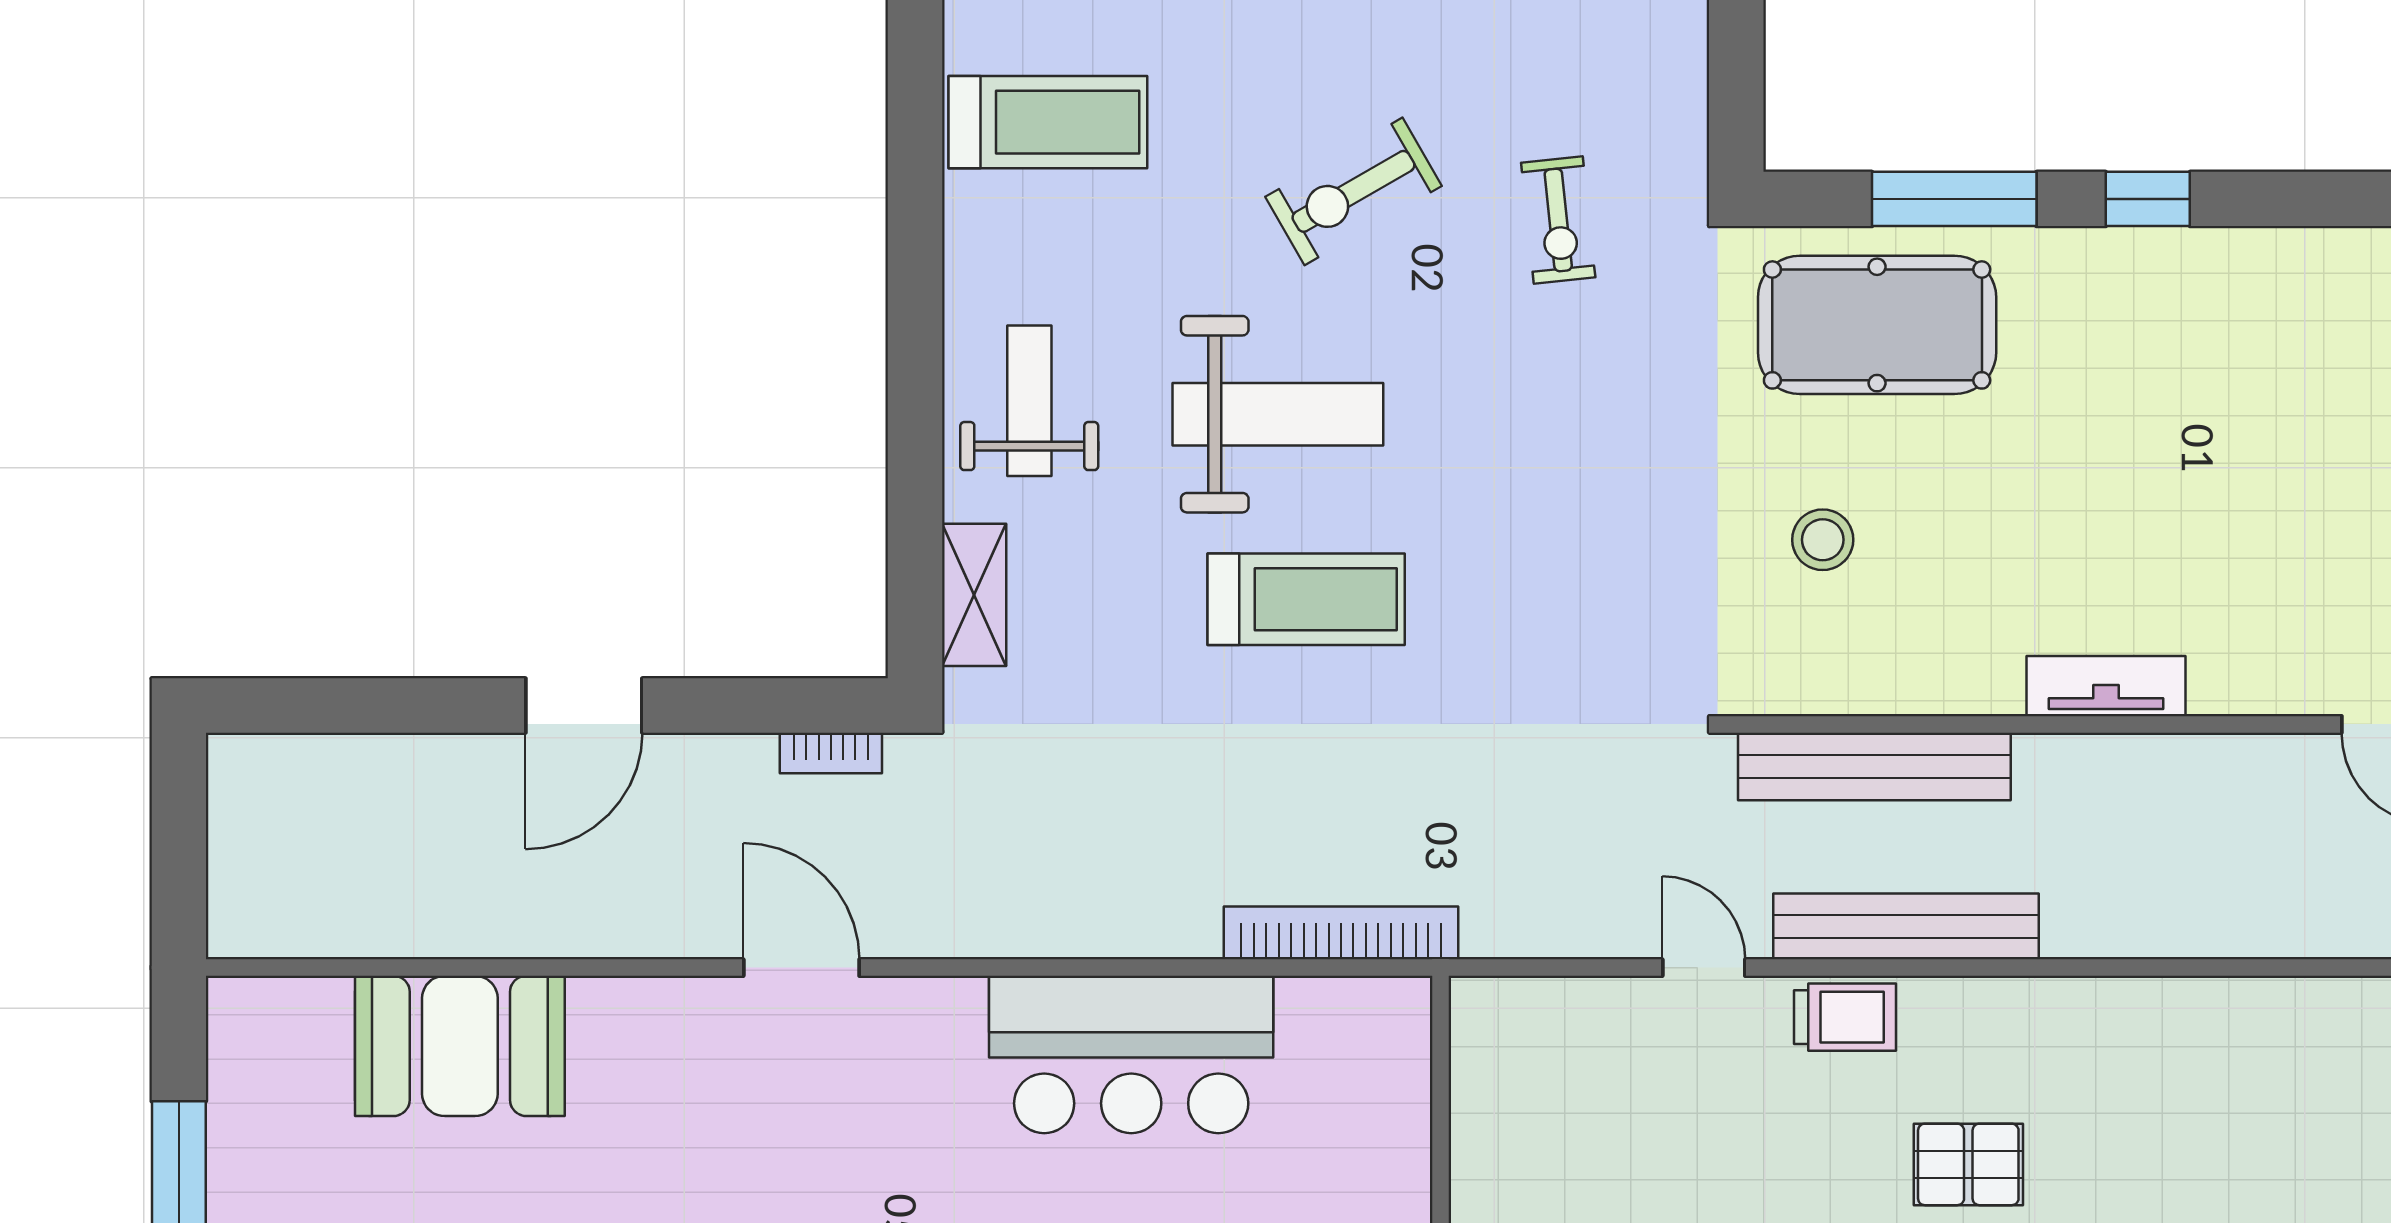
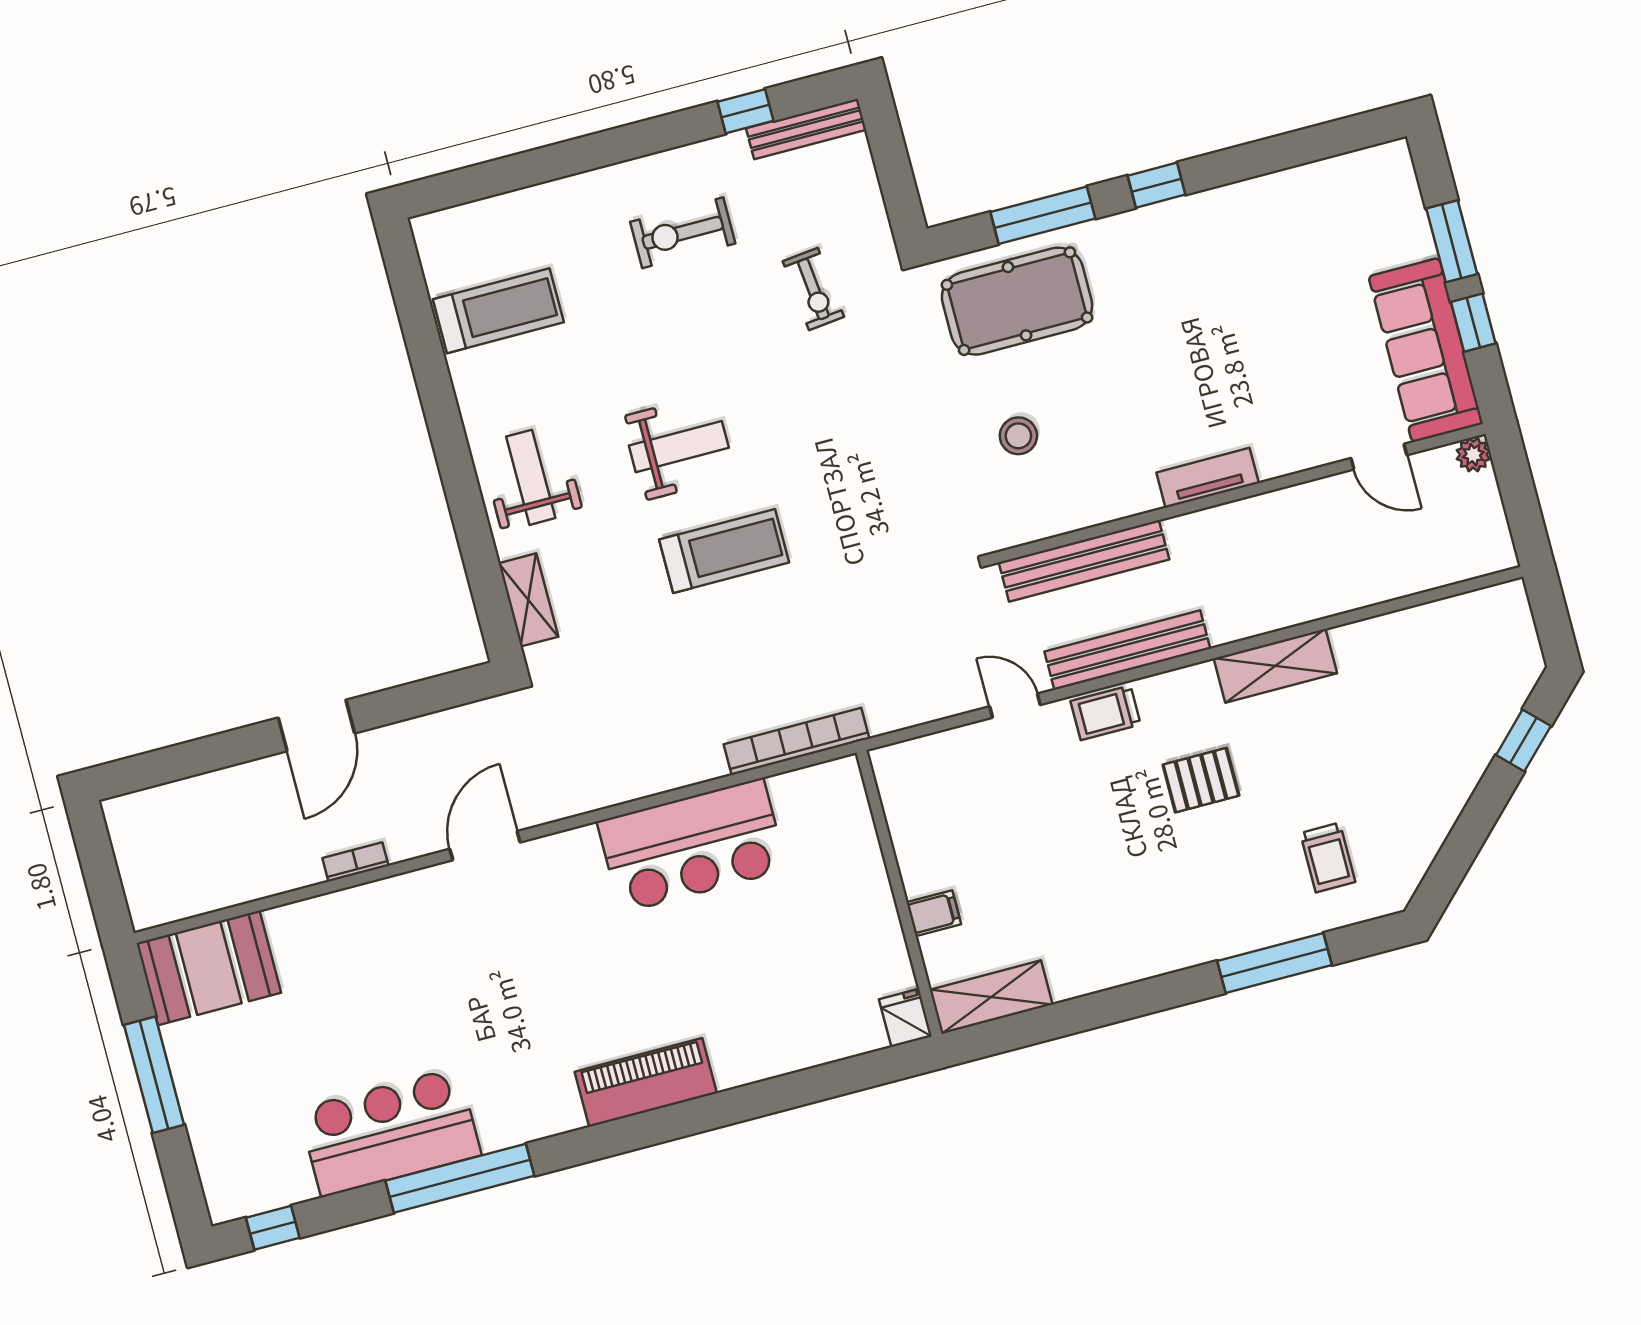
exercise bike: (1353, 191) -> (683, 233), moved, turned 30
weight bench: (1278, 414) -> (679, 447), width x0.73, depth x0.75
bookcase: (831, 753) -> (355, 862), moved, turned 180
door: (801, 968) -> (485, 846), hinge flipped
shelving: (2135, 1014) -> (1275, 666), added
trolley: (1845, 1017) -> (1106, 713), turned 180
booth: (460, 1046) -> (209, 968), moved

